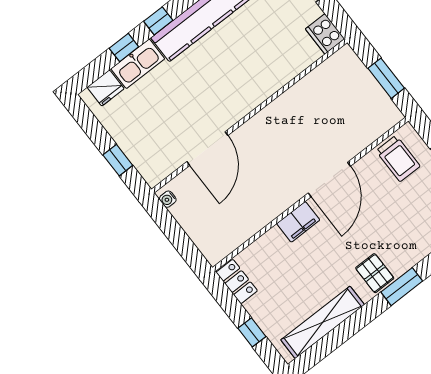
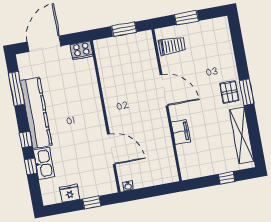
fridge: (106, 88) -> (70, 193), moved, turned -90
filing cabinet: (298, 222) -> (181, 132), moved
pallet: (375, 273) -> (229, 92), turned 90
locker: (237, 281) -> (194, 171), removed
window: (402, 287) -> (247, 92), moved

